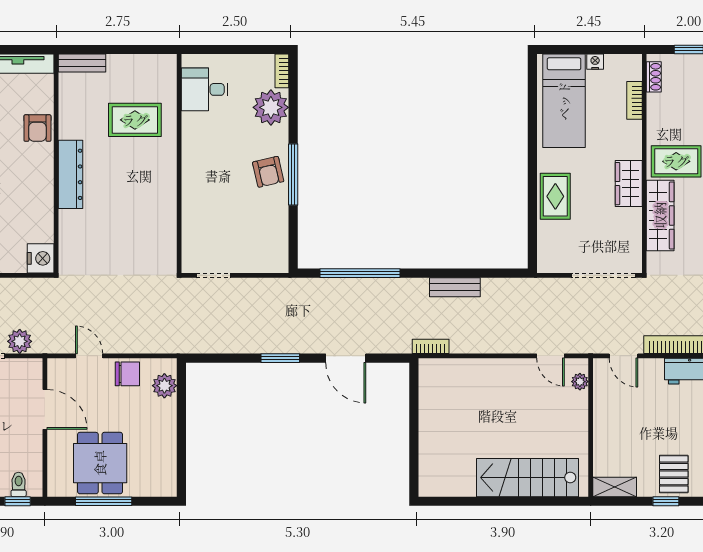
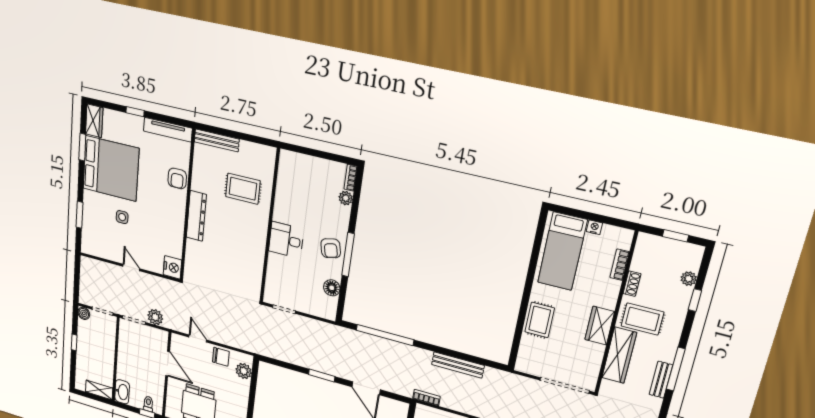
bench: (82, 63) -> (217, 140), width x1.36
shoe rack: (654, 77) -> (632, 284), moved
desk: (205, 89) -> (286, 240), moved
plant: (271, 107) -> (346, 198), width x0.53, depth x0.53
floor lamp: (277, 226) -> (332, 288), added
bench: (455, 287) -> (458, 365), width x1.36

